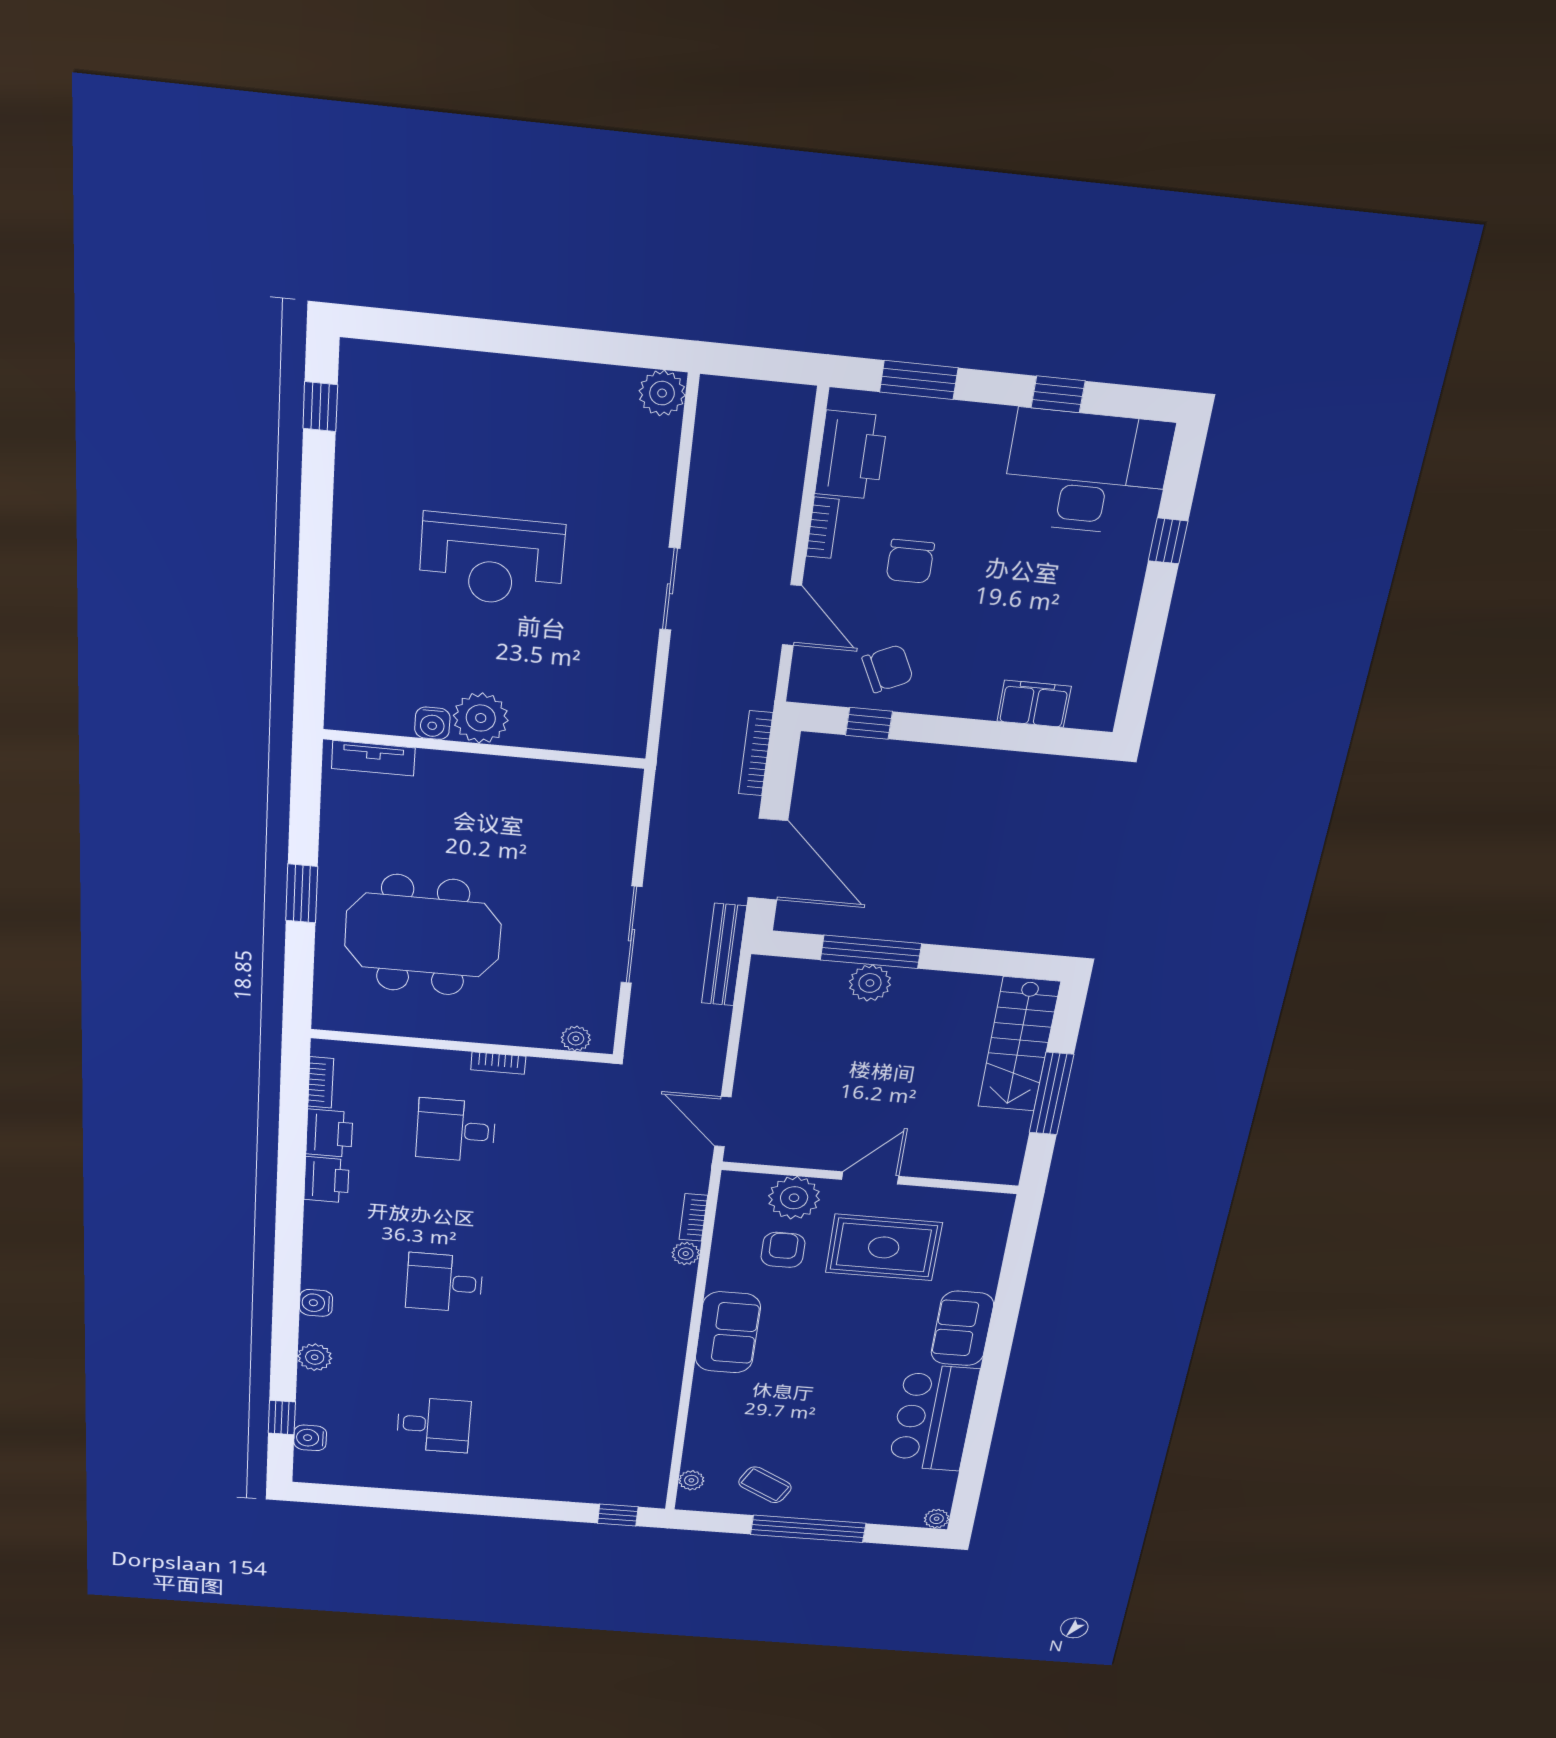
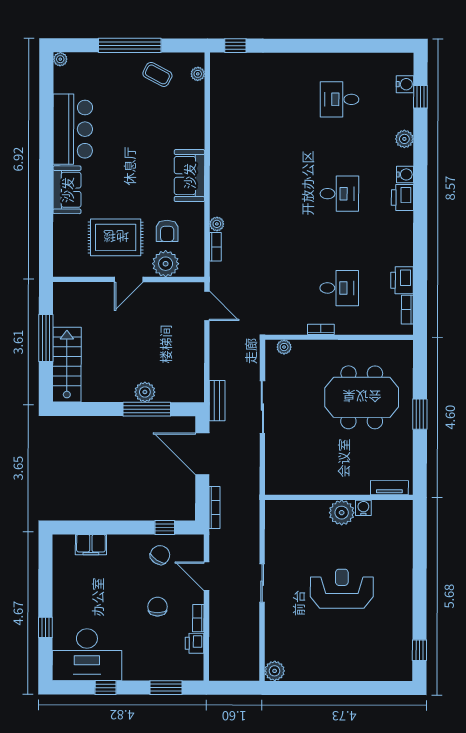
printer: (851, 455) -> (195, 643), width x0.53, depth x0.68
chair: (888, 669) -> (160, 555), turned 149
bench: (724, 955) -> (217, 401), width x0.73
printer: (327, 1180) -> (402, 197), moved

